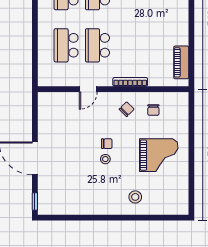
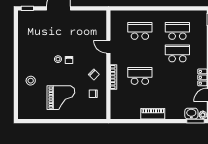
school desk: (97, 45) -> (140, 76), moved
piano: (181, 62) -> (153, 114), moved
grand piano: (159, 155) -> (61, 98), turned -90

